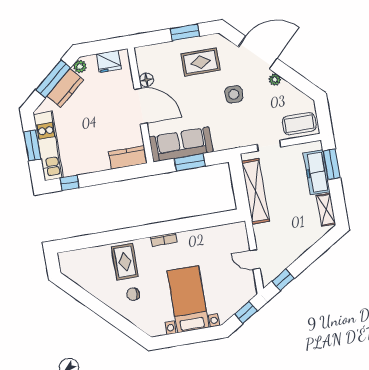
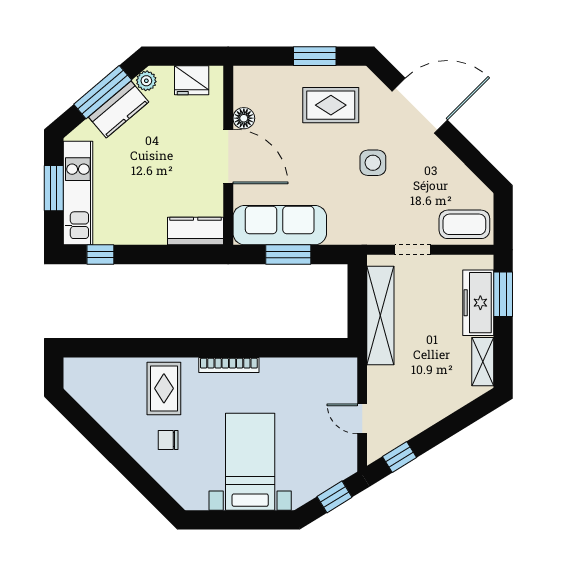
plant: (275, 80) -> (439, 151), removed
bookcase: (164, 240) -> (229, 365), width x1.56

